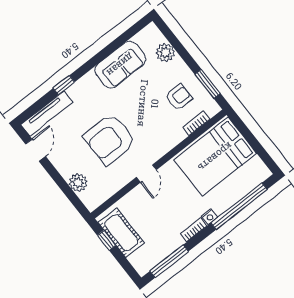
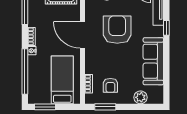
sofa: (120, 65) -> (153, 61), width x1.36
window: (261, 152) -> (45, 107), added
bed: (215, 157) -> (62, 80), width x0.67
door: (146, 174) -> (83, 35), width x1.88

